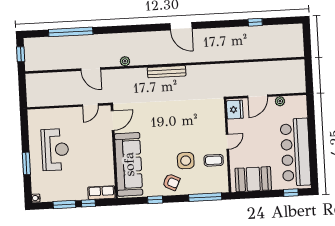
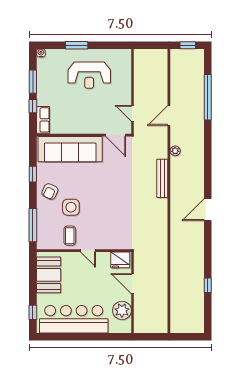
bench: (167, 72) -> (162, 178), moved
plant: (280, 101) -> (122, 310), width x1.87, depth x1.87

